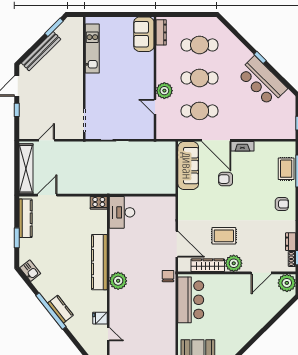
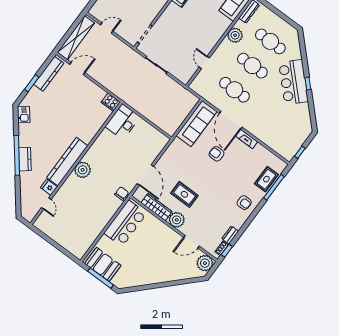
bar counter: (262, 81) -> (294, 82), moved
plant: (164, 91) -> (235, 35), moved
kitchen counter: (99, 262) -> (67, 162), moved

